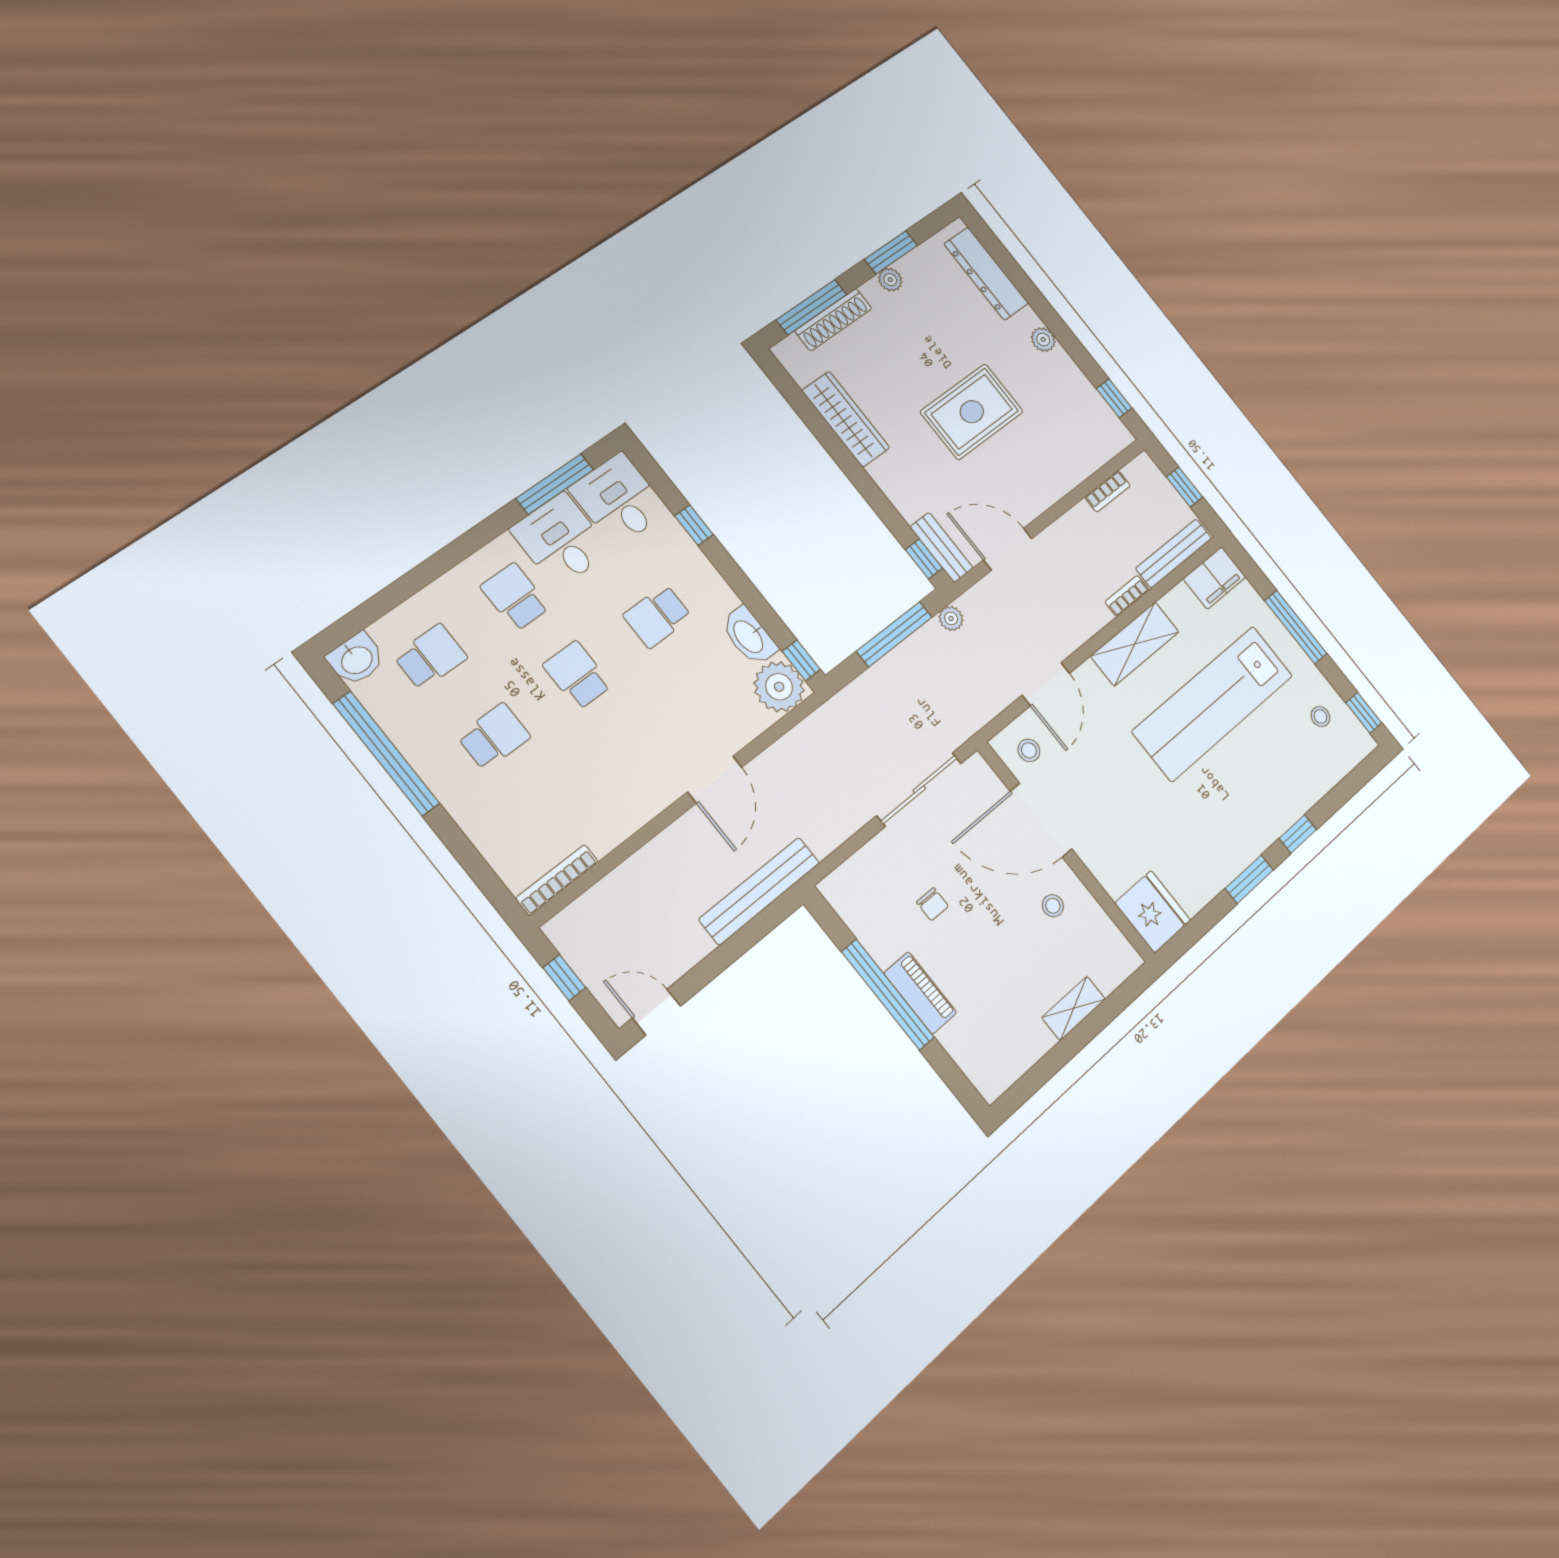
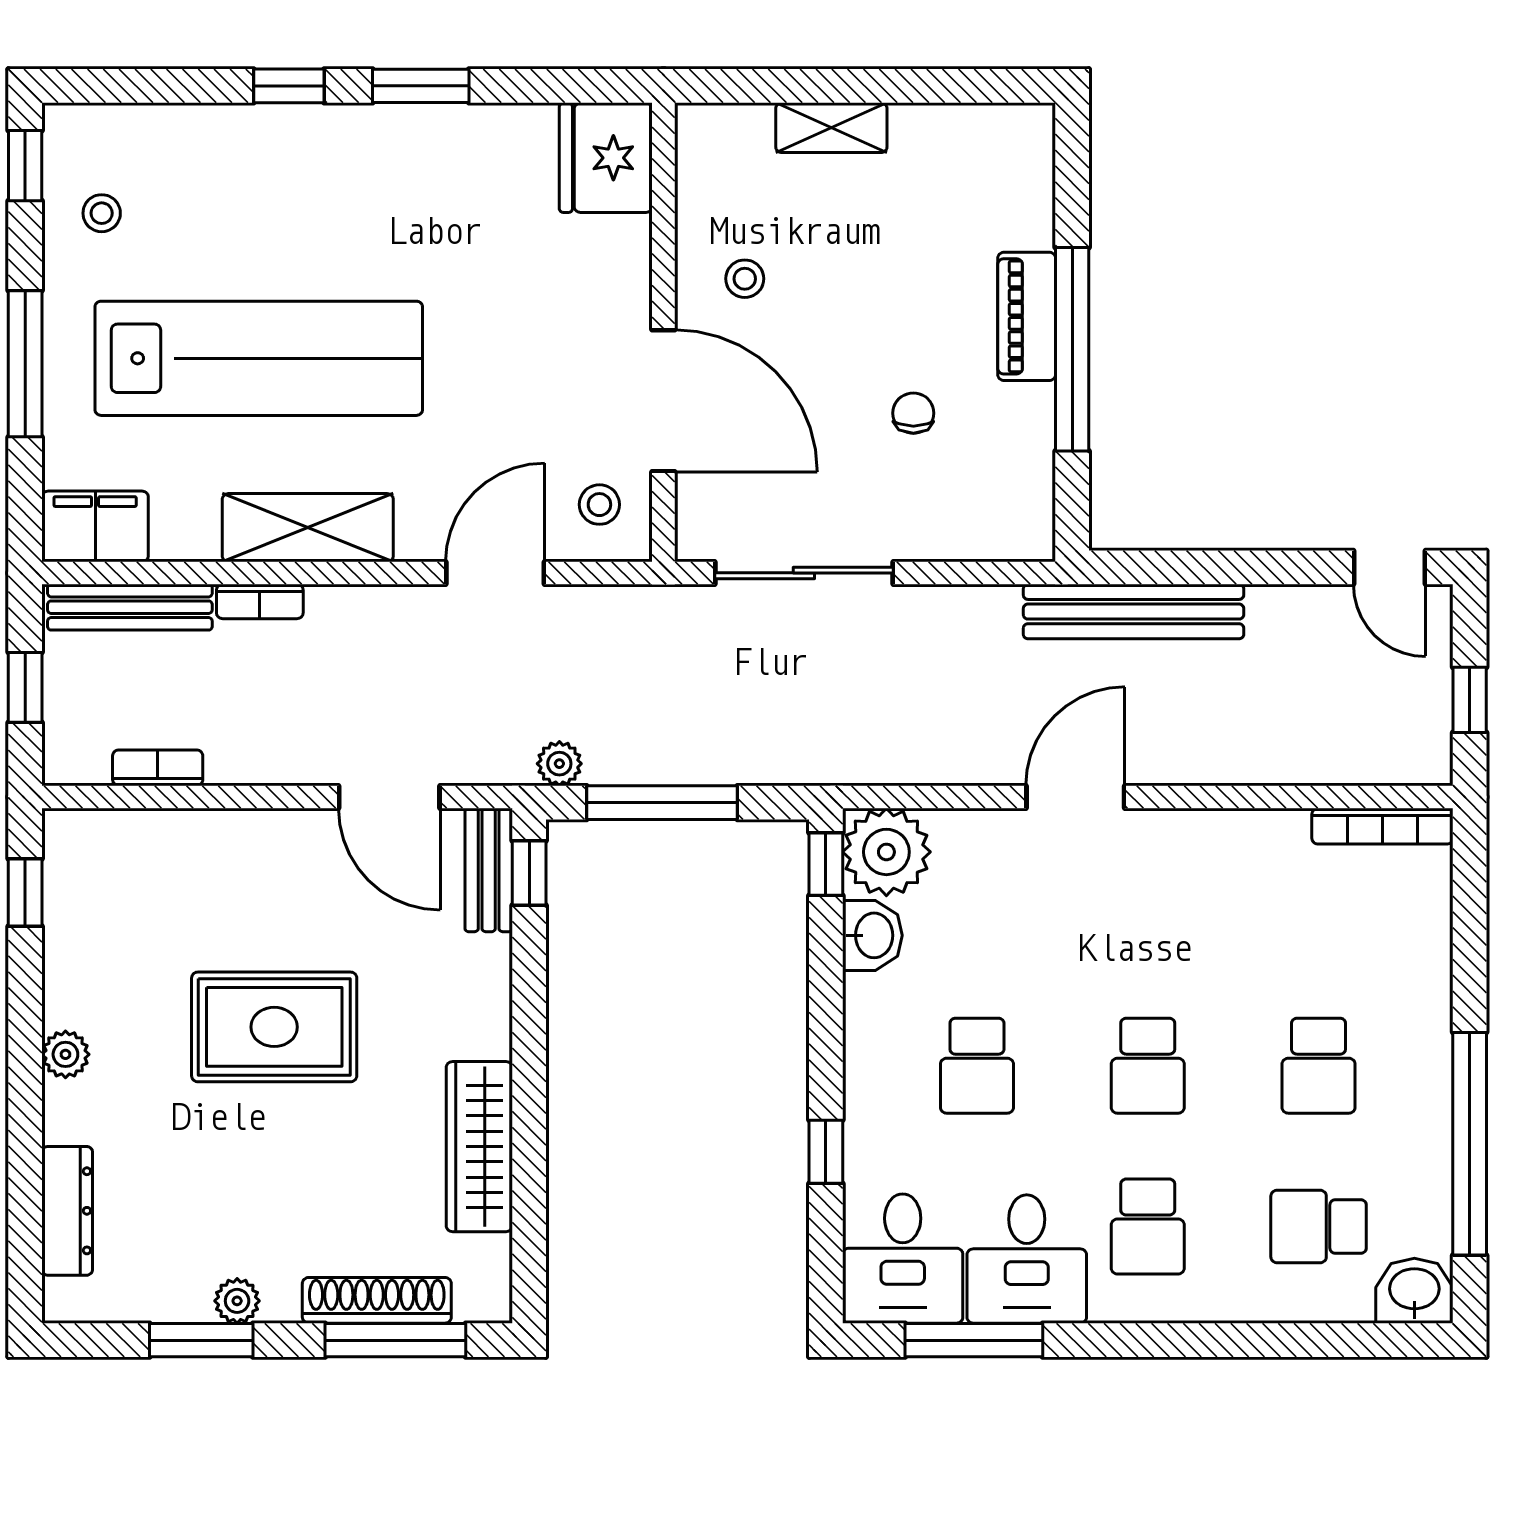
dresser: (986, 274) -> (67, 1211), width x0.73, depth x0.80
school desk: (657, 616) -> (977, 1066), turned 90
washbasin: (749, 636) -> (872, 935), width x0.72
school desk: (494, 737) -> (1319, 1066), turned -90

